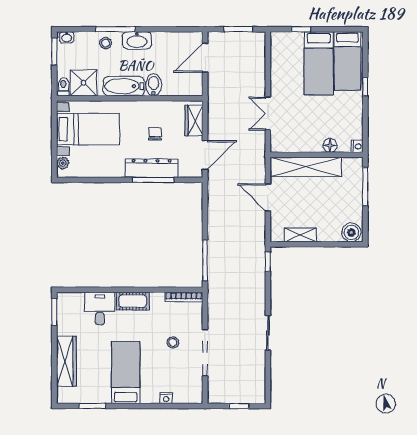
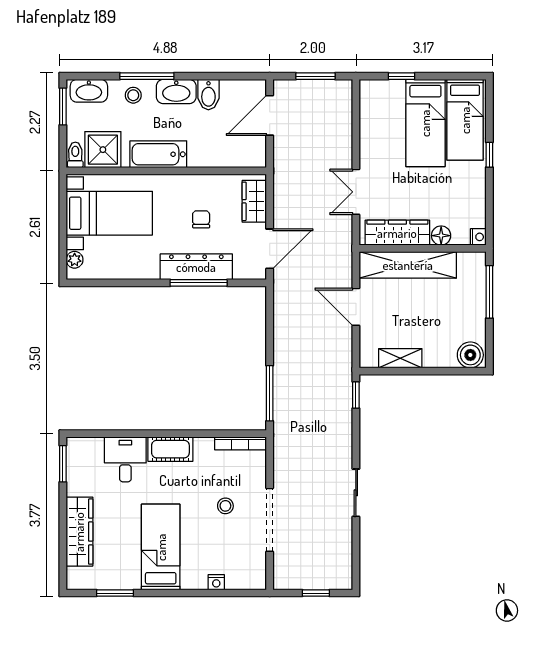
washbasin: (67, 37) -> (89, 91), width x1.91, depth x1.45
bidet: (154, 85) -> (208, 95), moved, turned 180
wardrobe: (298, 143) -> (397, 233), added

